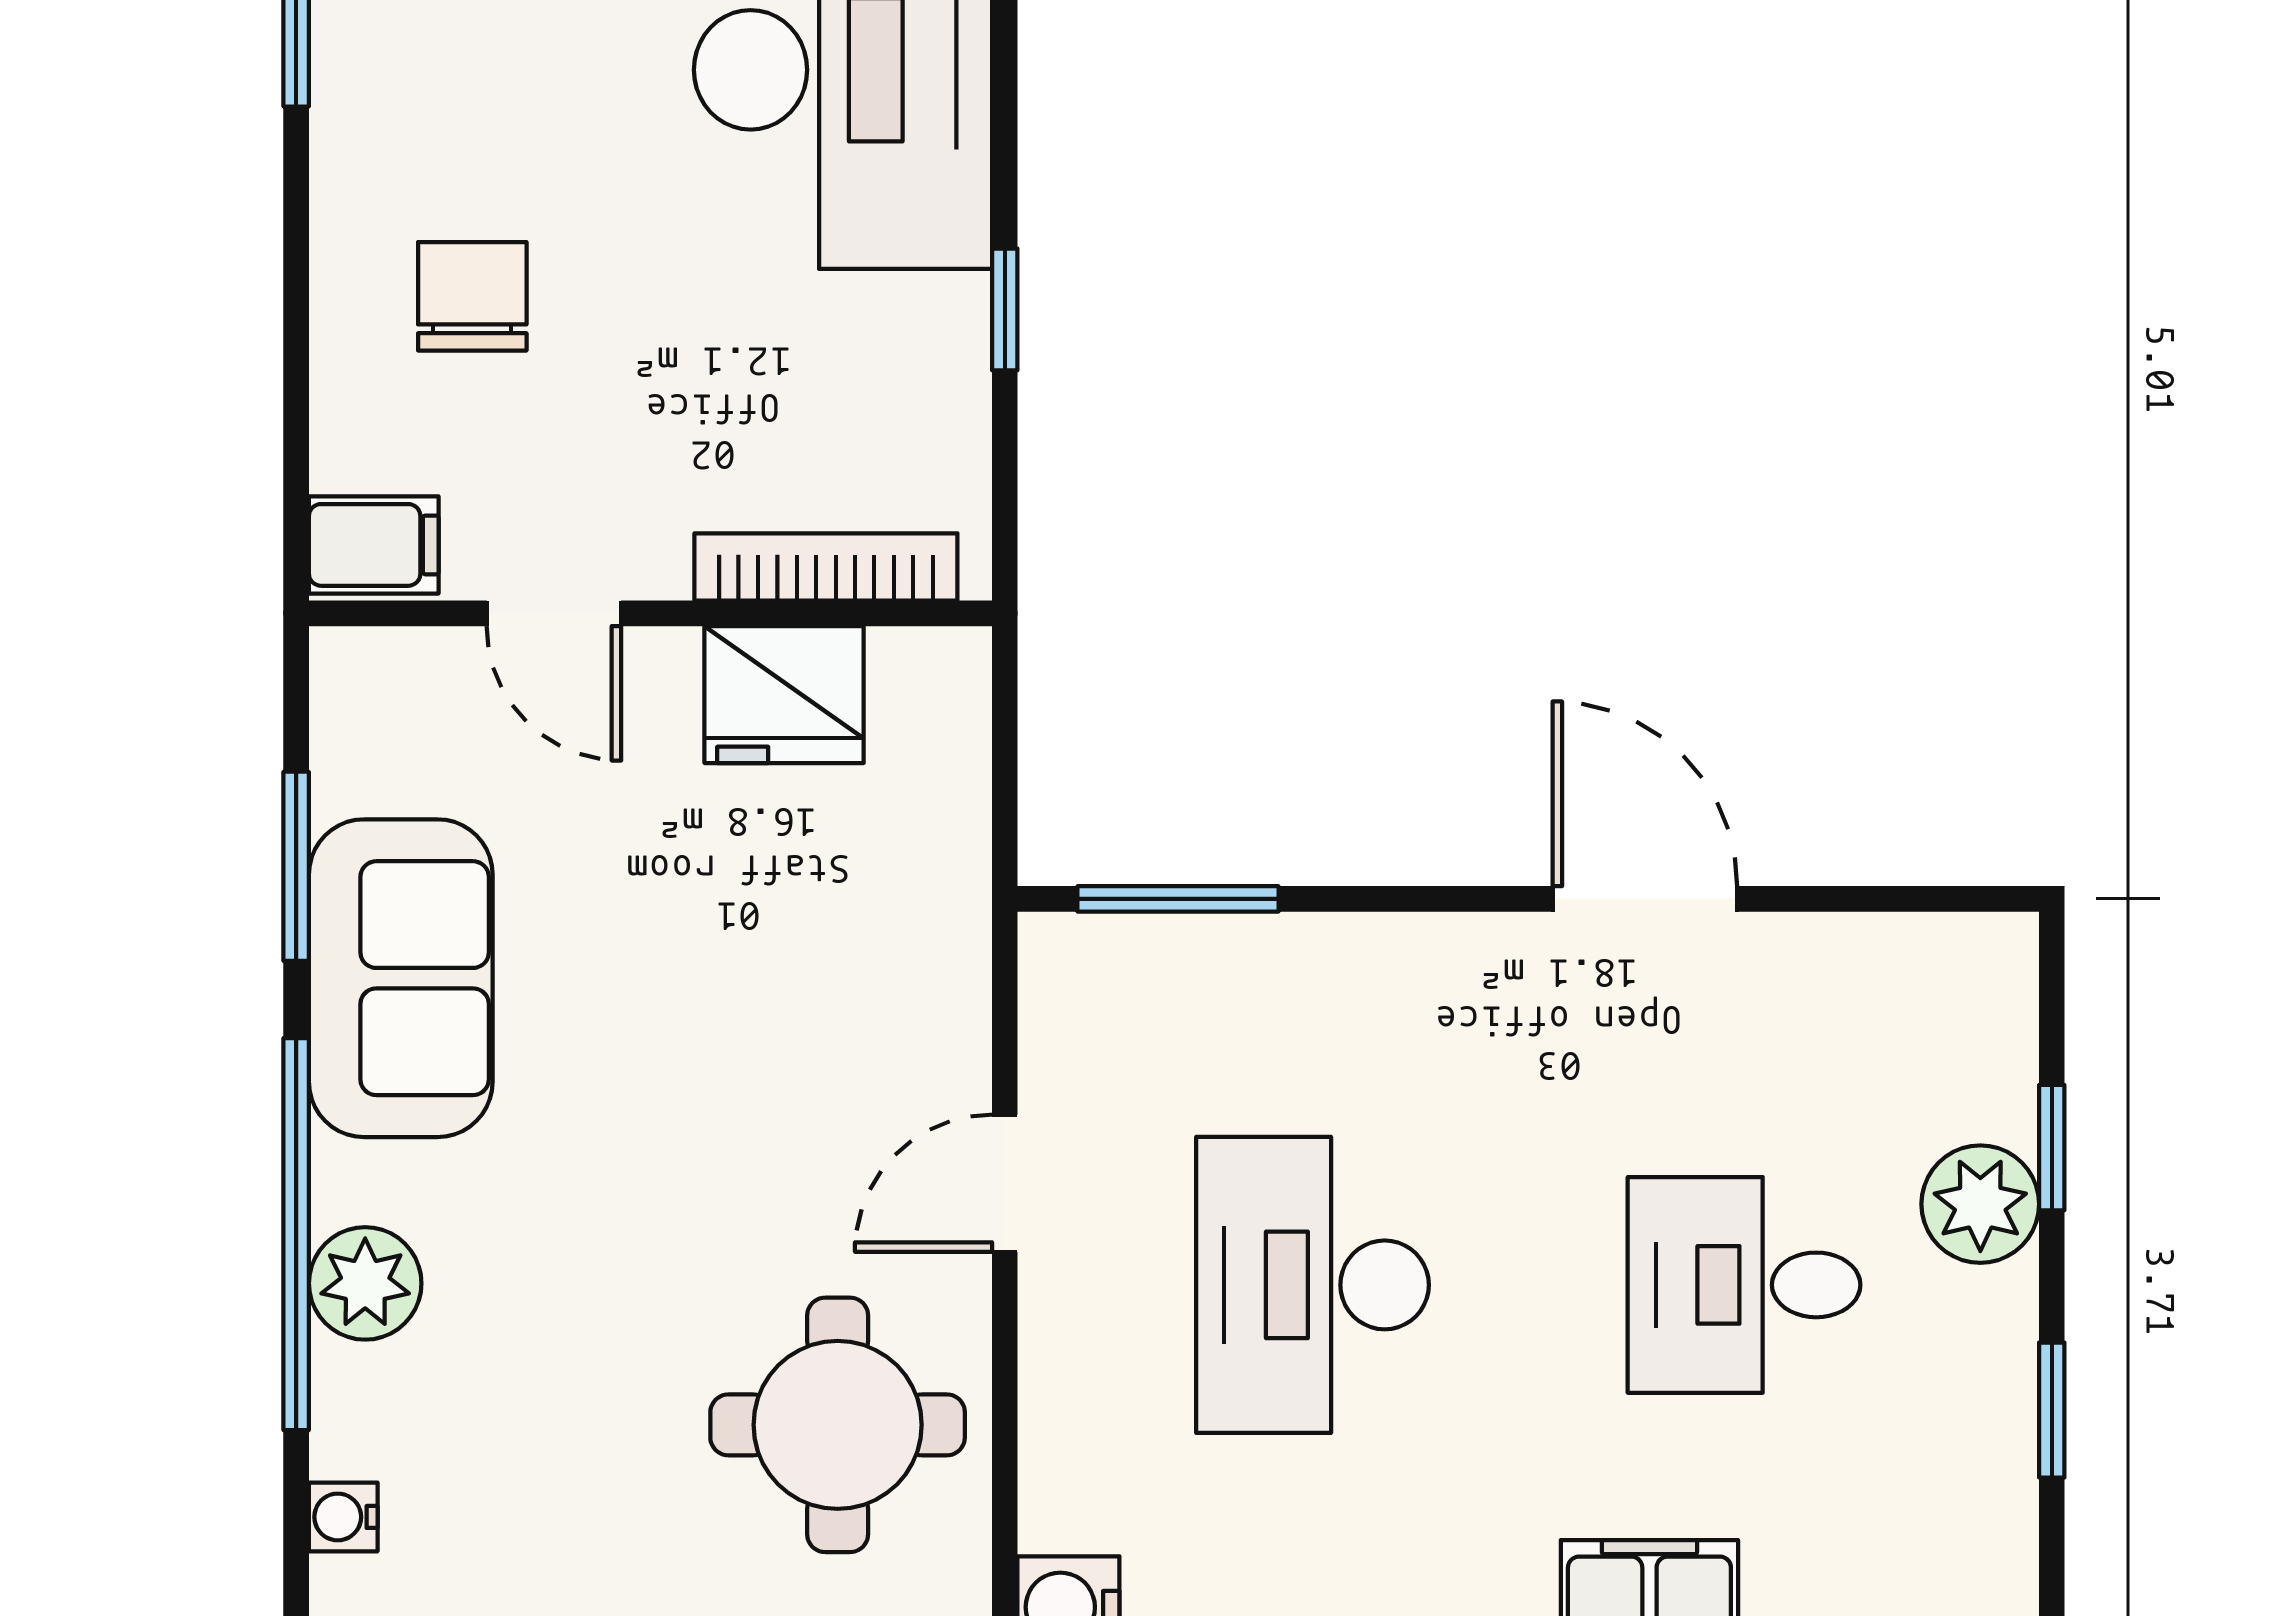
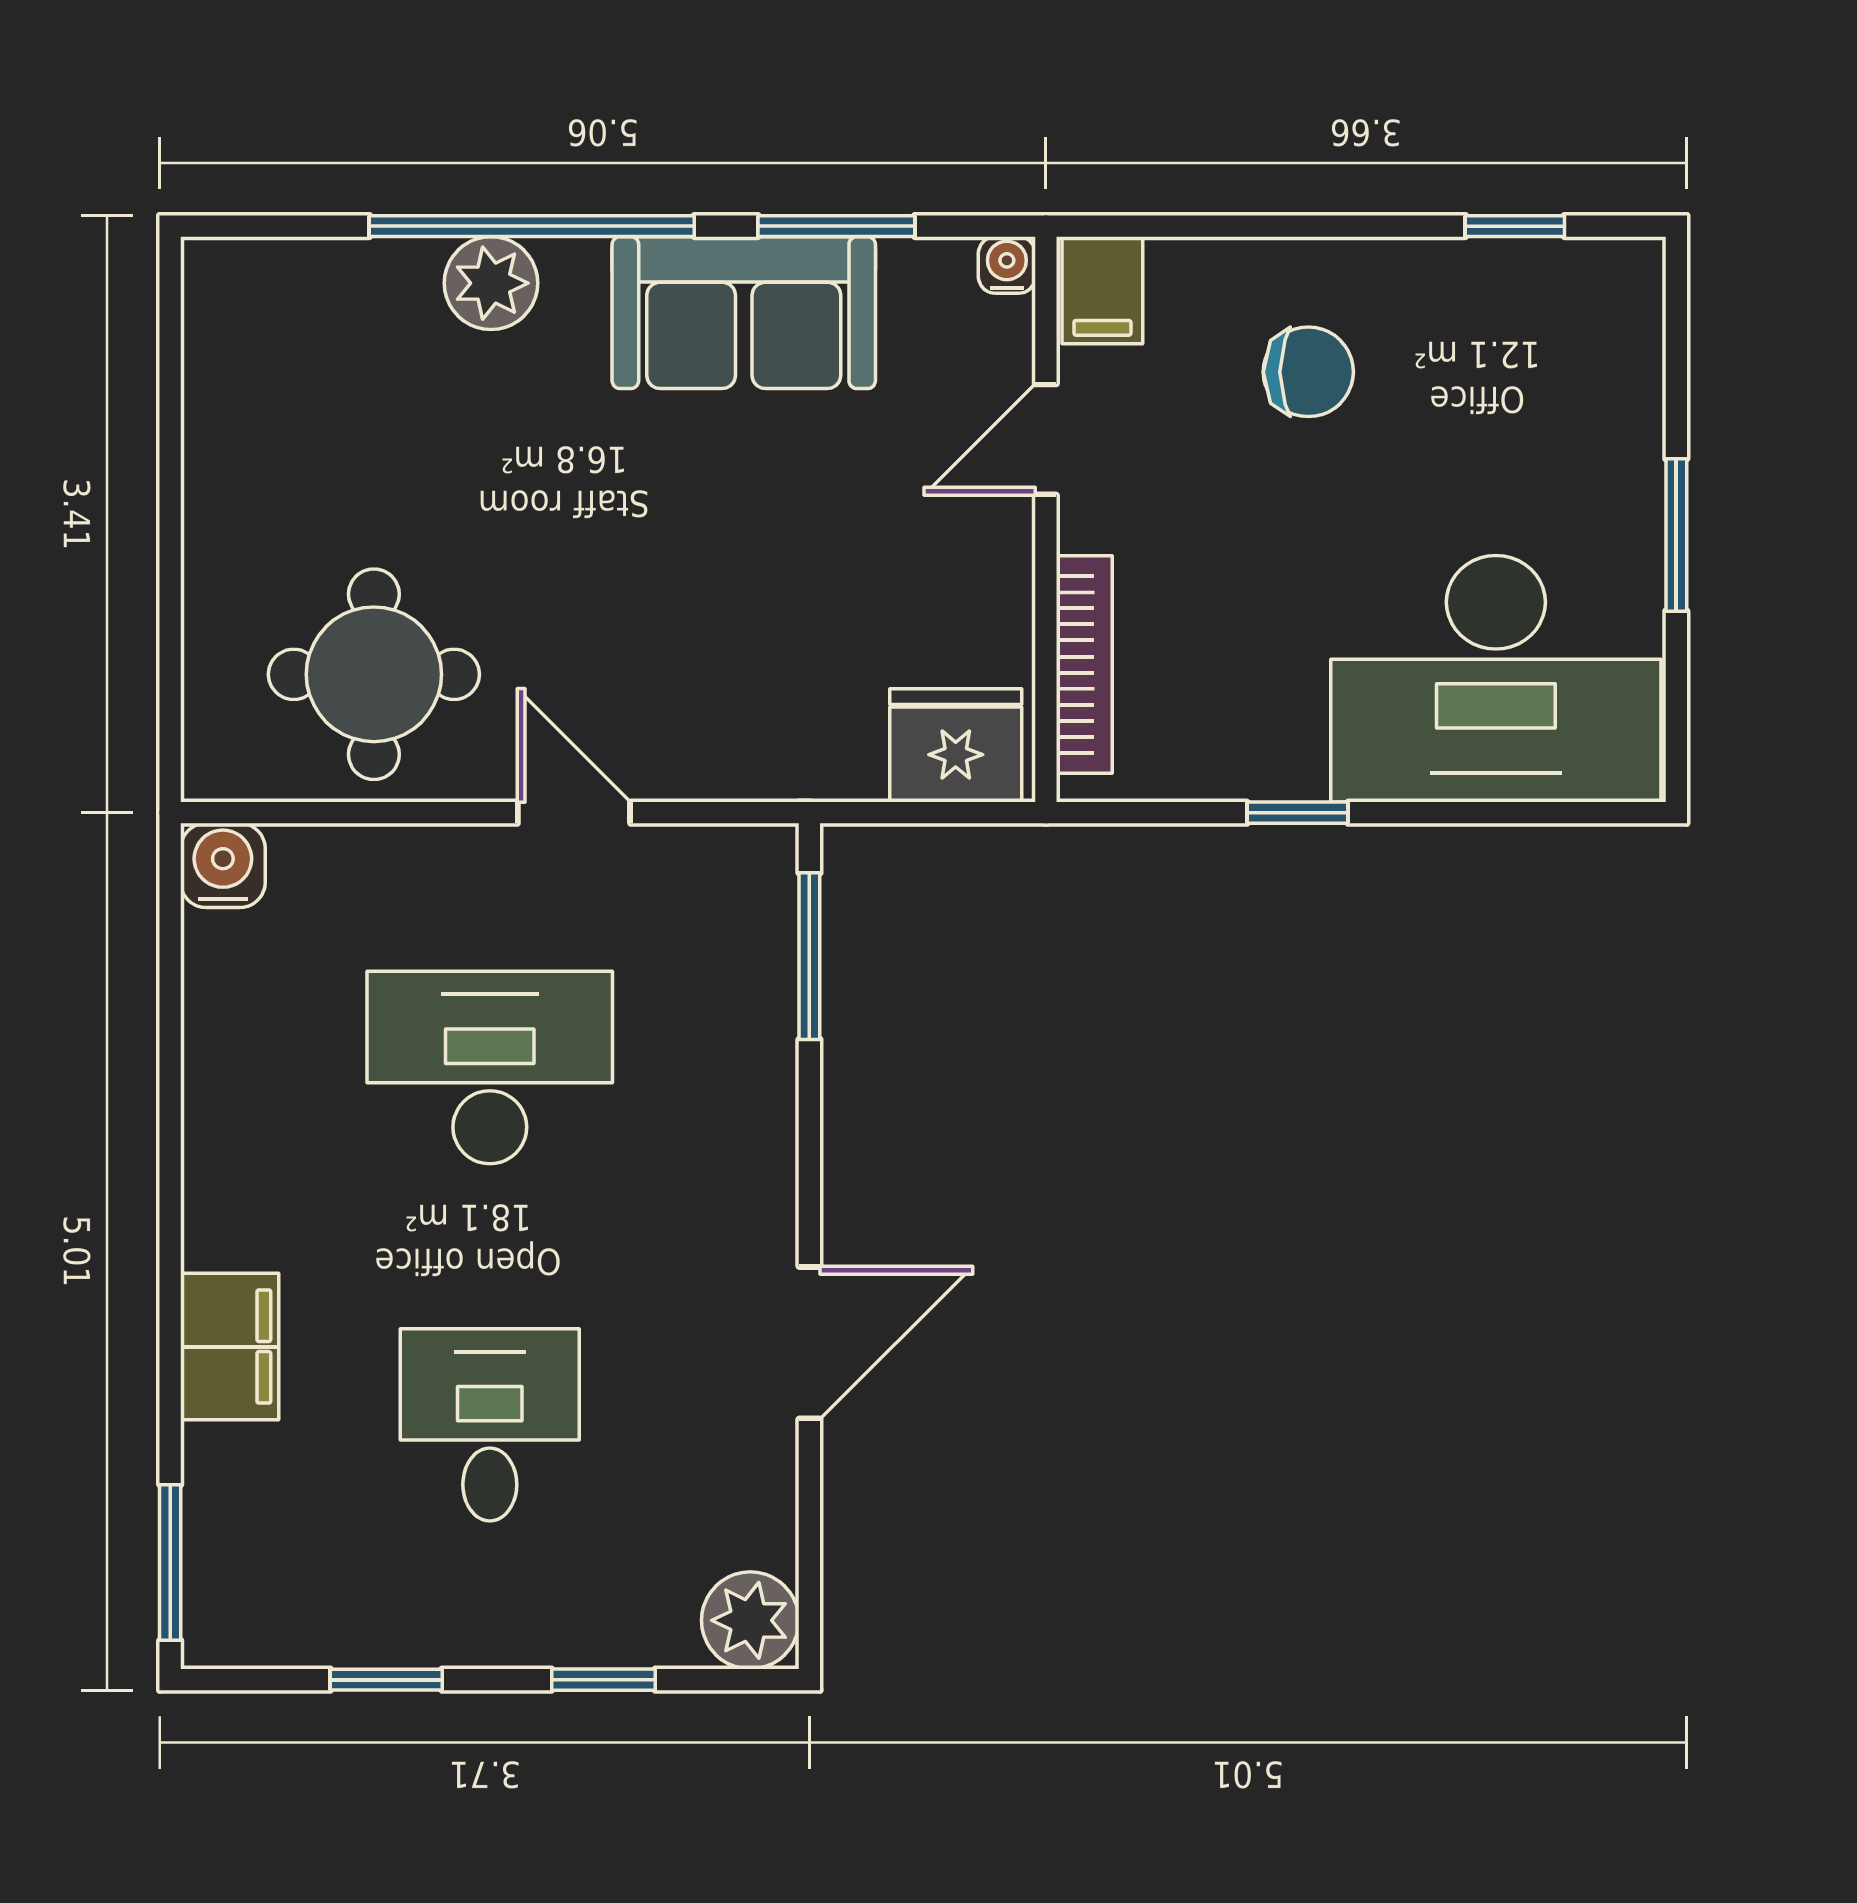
fridge: (784, 695) -> (956, 745), moved, turned 90
plant: (1980, 1204) -> (750, 1620), moved
water cooler: (343, 1517) -> (1007, 265), moved

